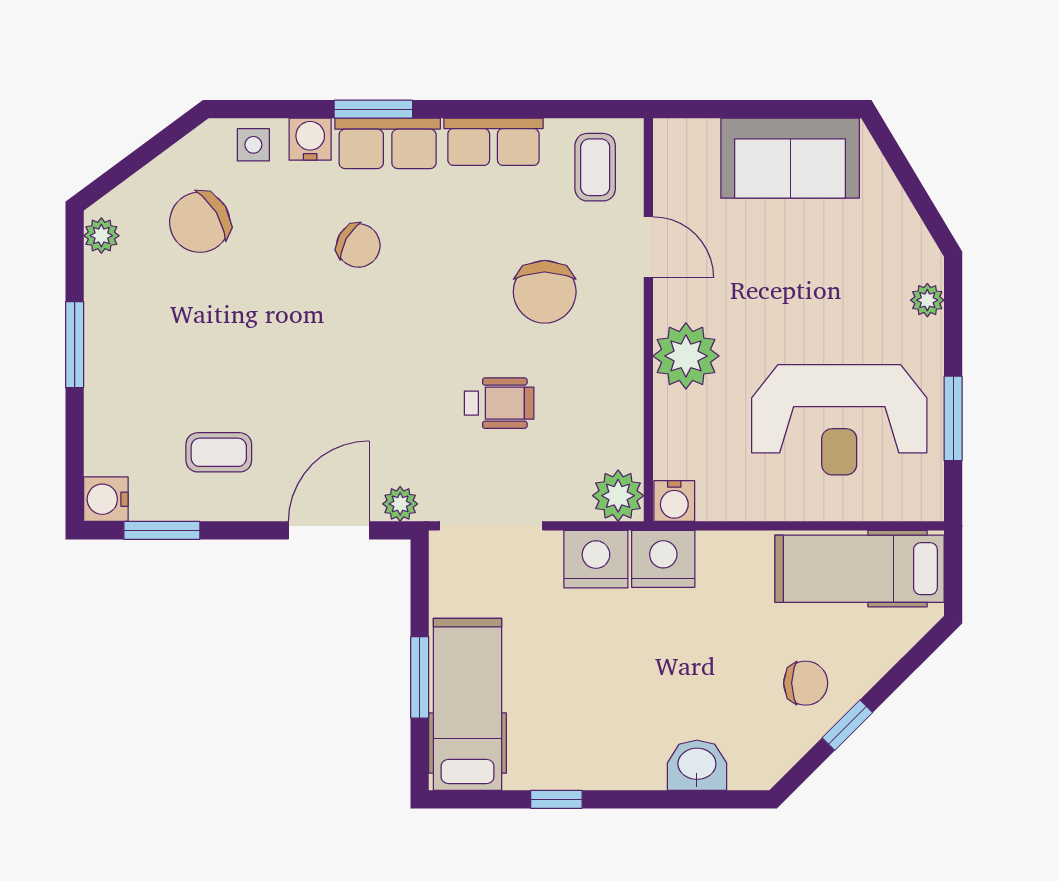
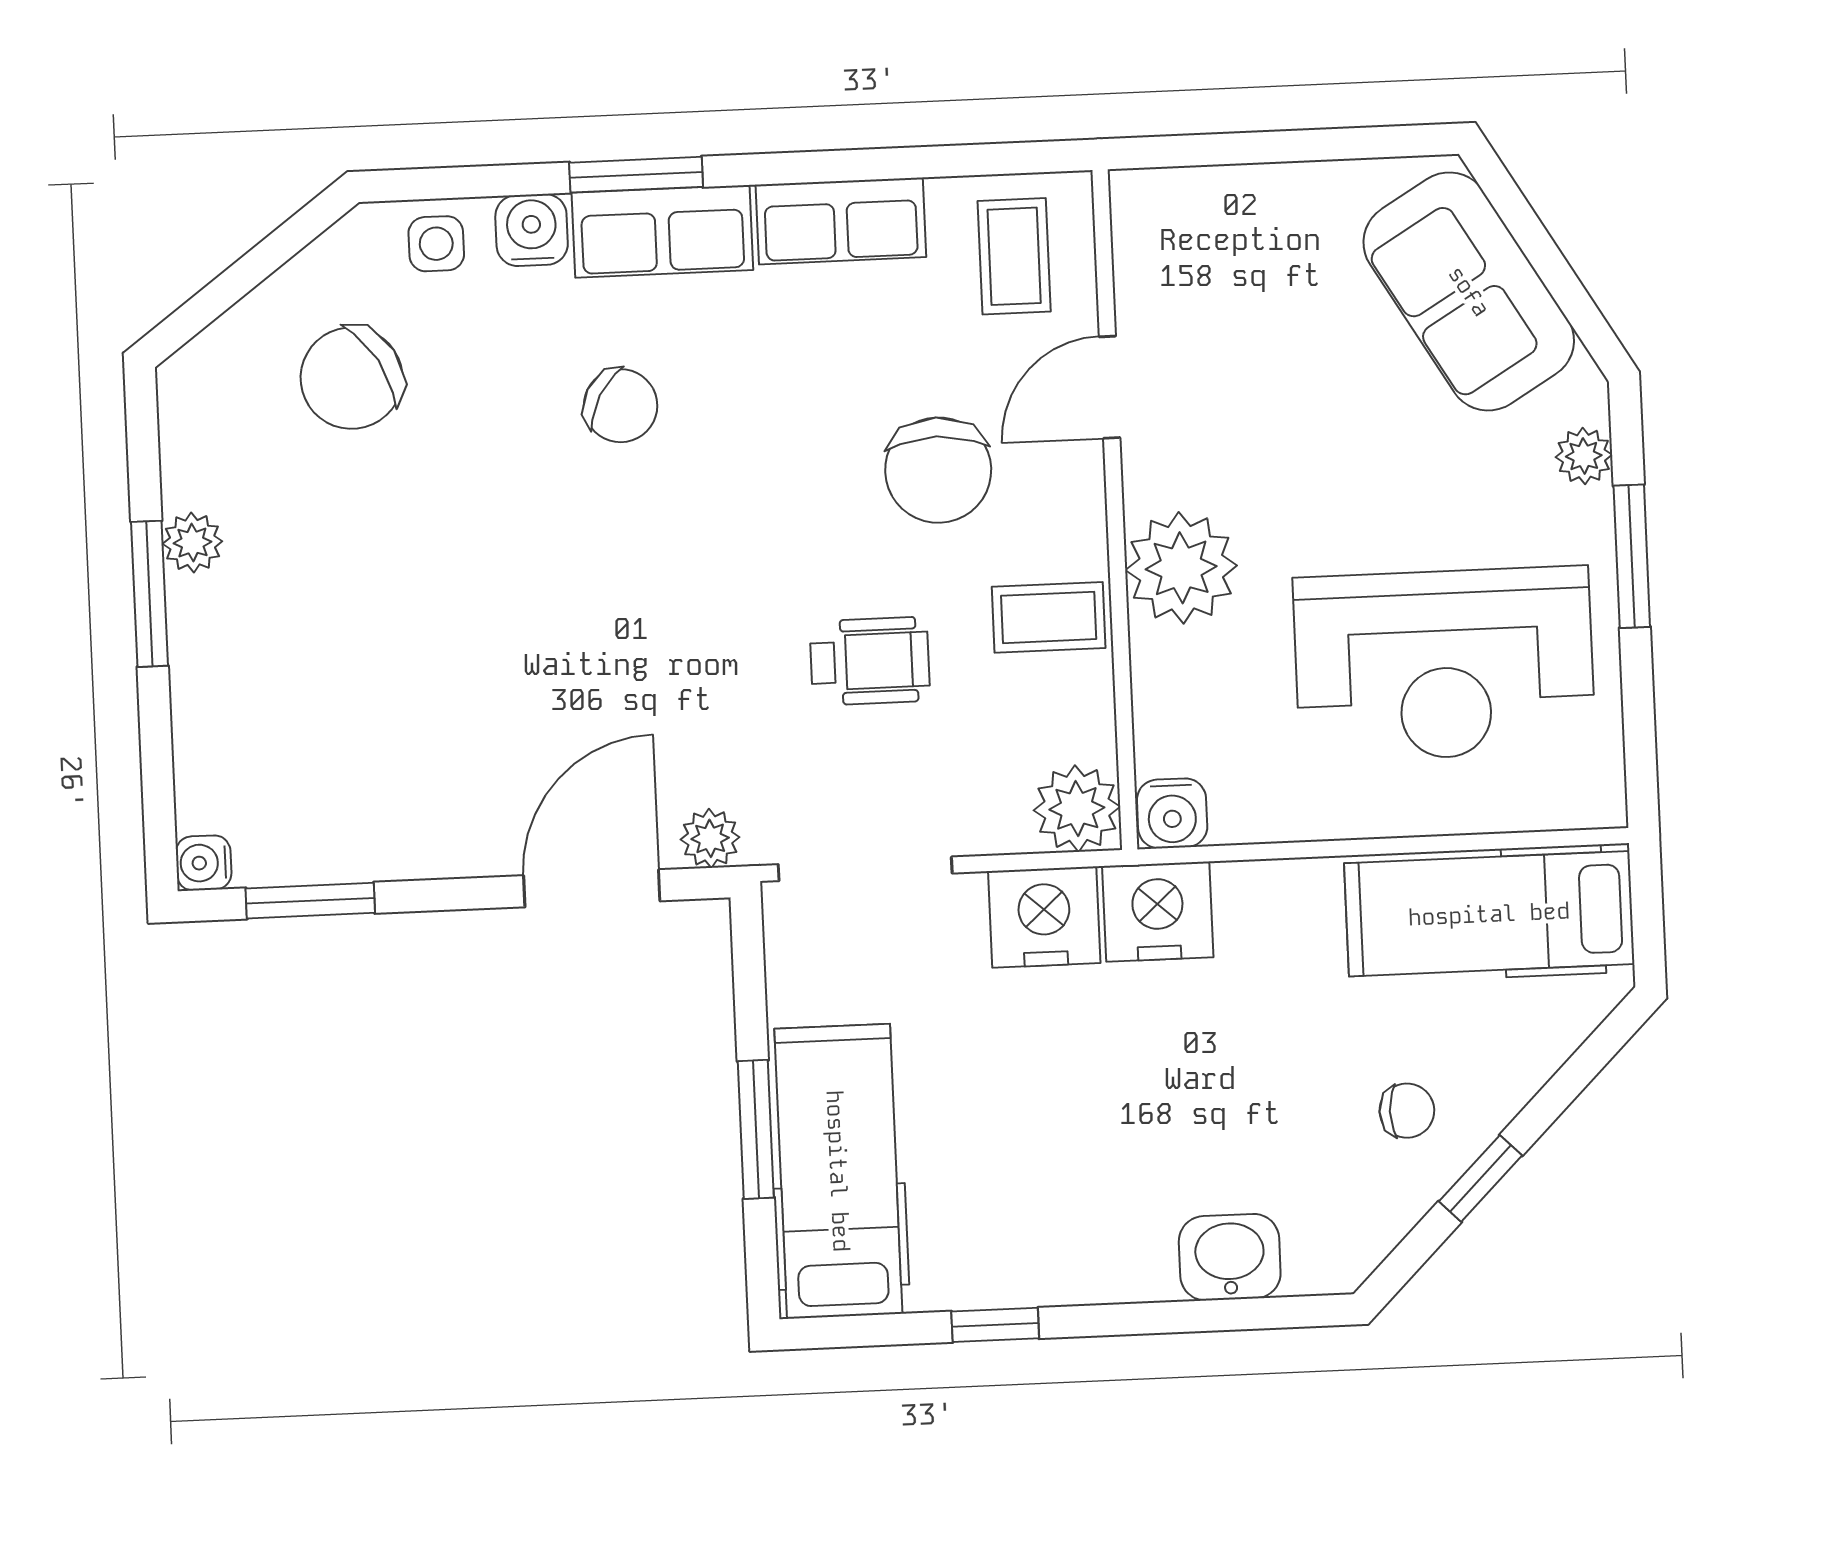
sofa: (790, 158) -> (1469, 291), moved, turned 59
plant: (101, 236) -> (192, 542), moved
door: (648, 247) -> (1110, 387), swing flipped
window: (953, 418) -> (1632, 556), moved
coffee table: (219, 452) -> (1049, 617), moved
water cooler: (106, 499) -> (204, 863), width x0.72, depth x0.72
chair: (806, 683) -> (1407, 1111), width x0.73, depth x0.73

